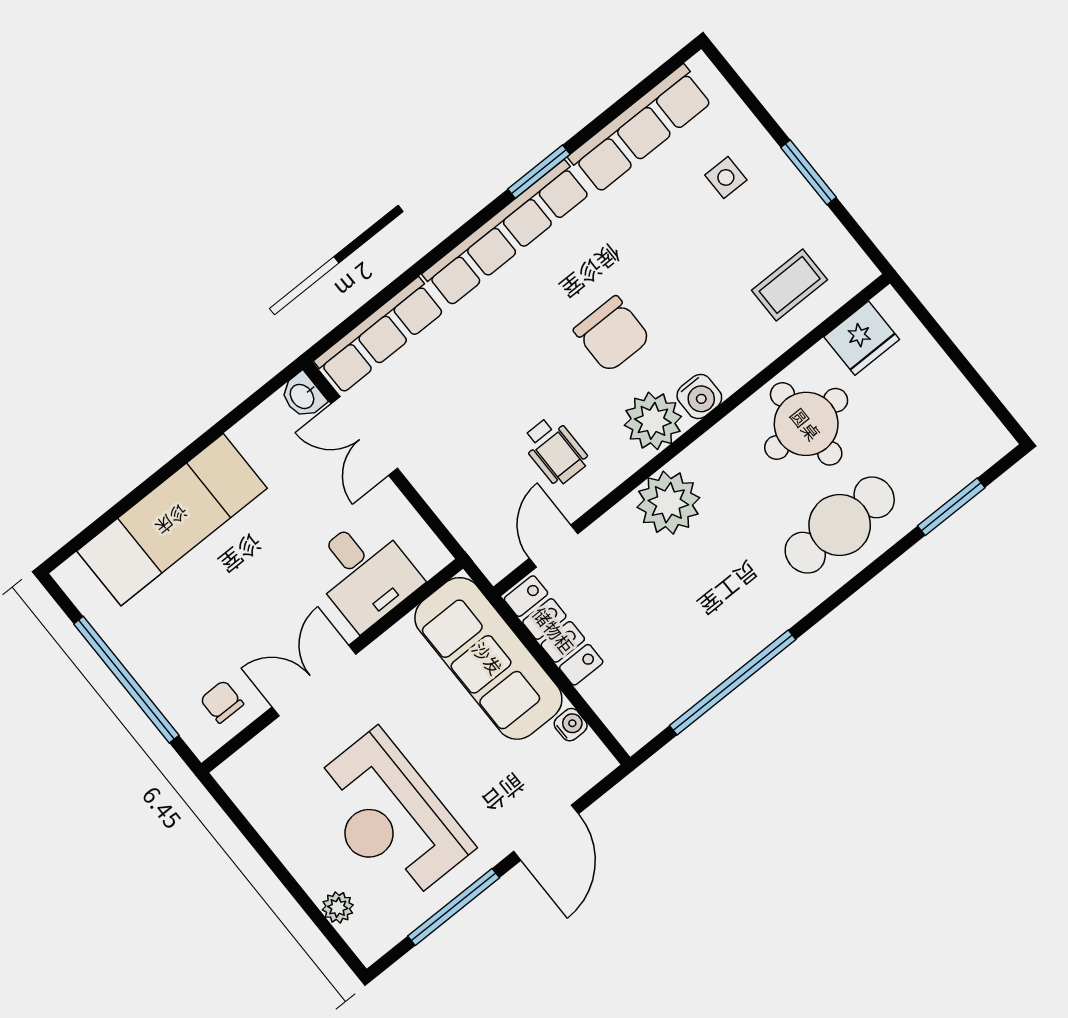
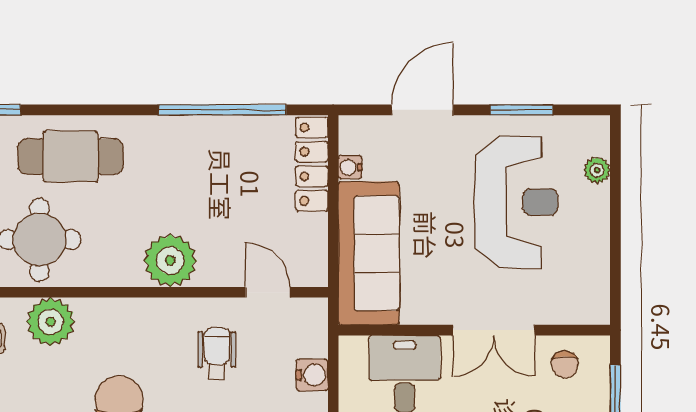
water cooler: (699, 396) -> (312, 375), moved, turned 90
plant: (653, 421) -> (51, 322), moved
door: (554, 546) -> (268, 292), swing flipped
locker: (554, 630) -> (312, 164), moved
window: (454, 907) -> (521, 110), width x0.69

